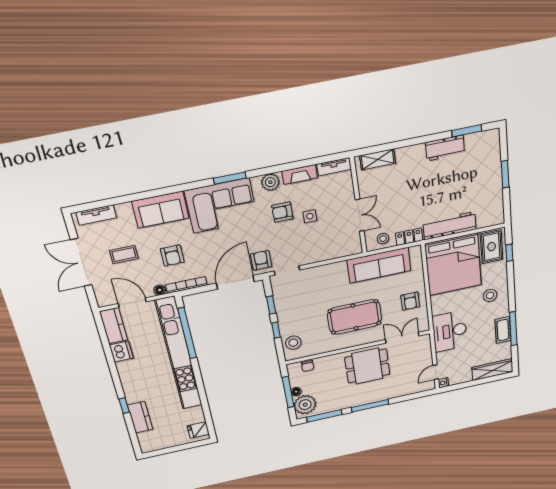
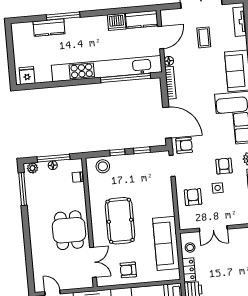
armchair: (172, 256) -> (193, 197), moved, turned 90
plant: (305, 405) -> (32, 168), width x0.53, depth x0.53
window: (124, 406) -> (63, 16), width x2.17
window: (370, 406) -> (26, 231), removed

